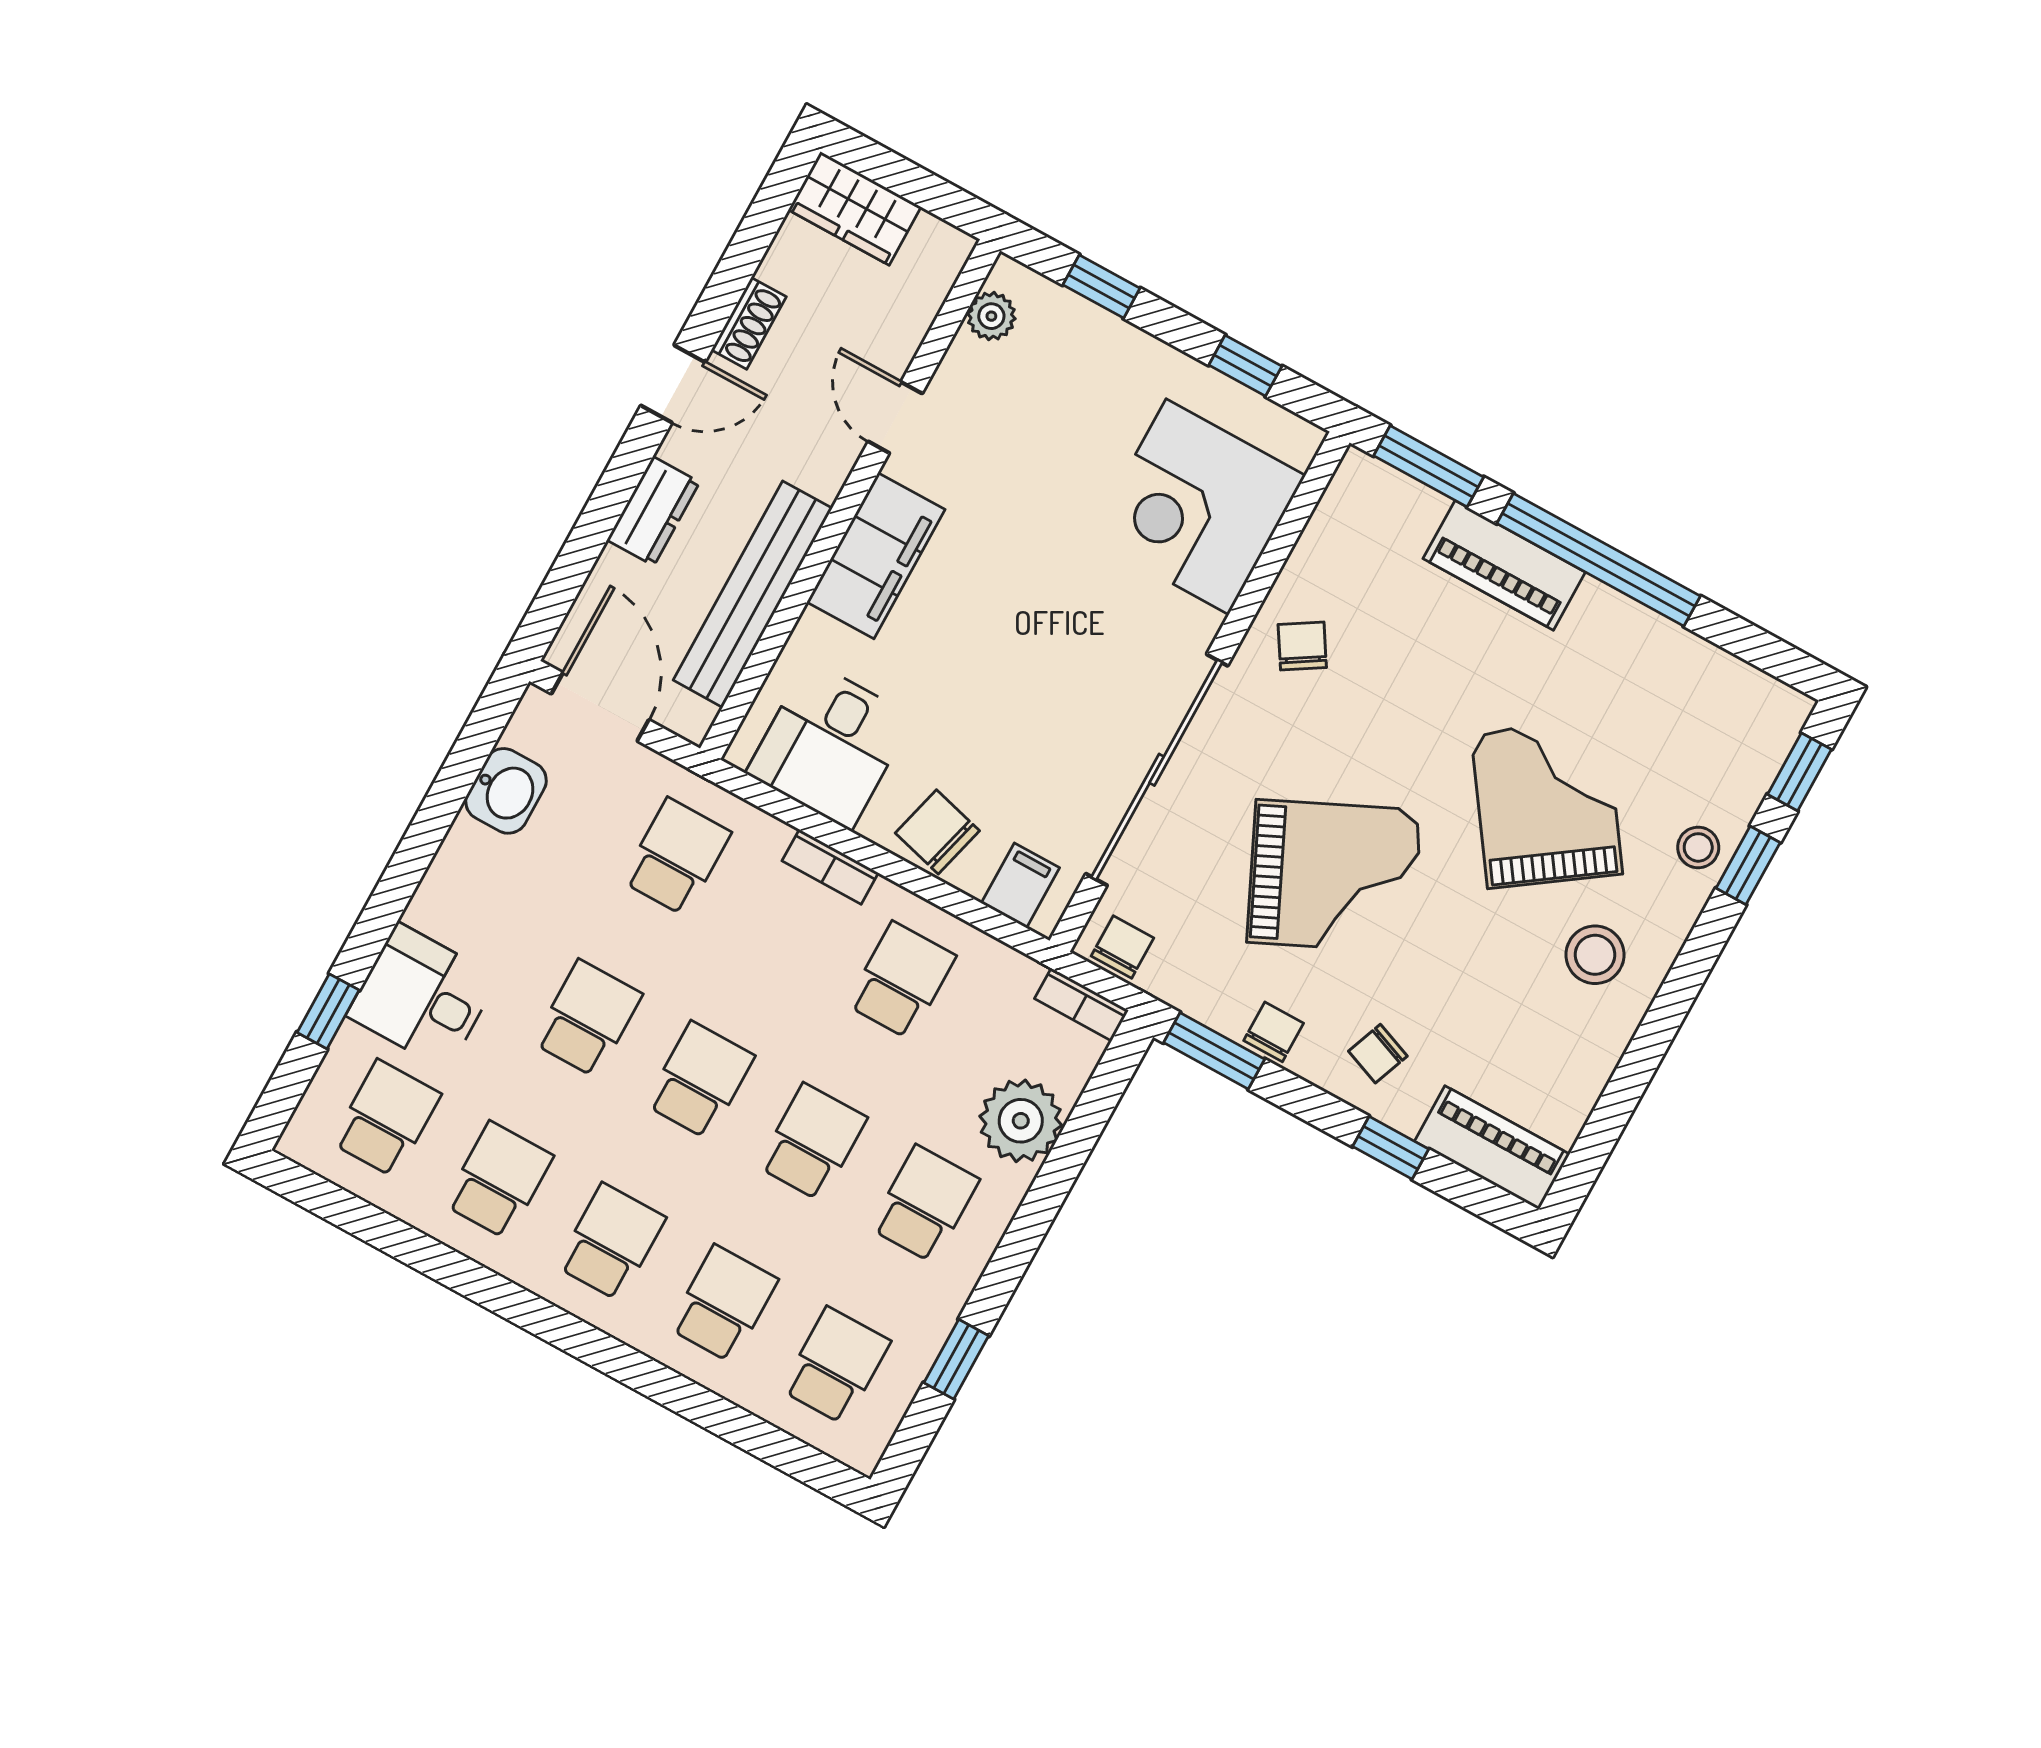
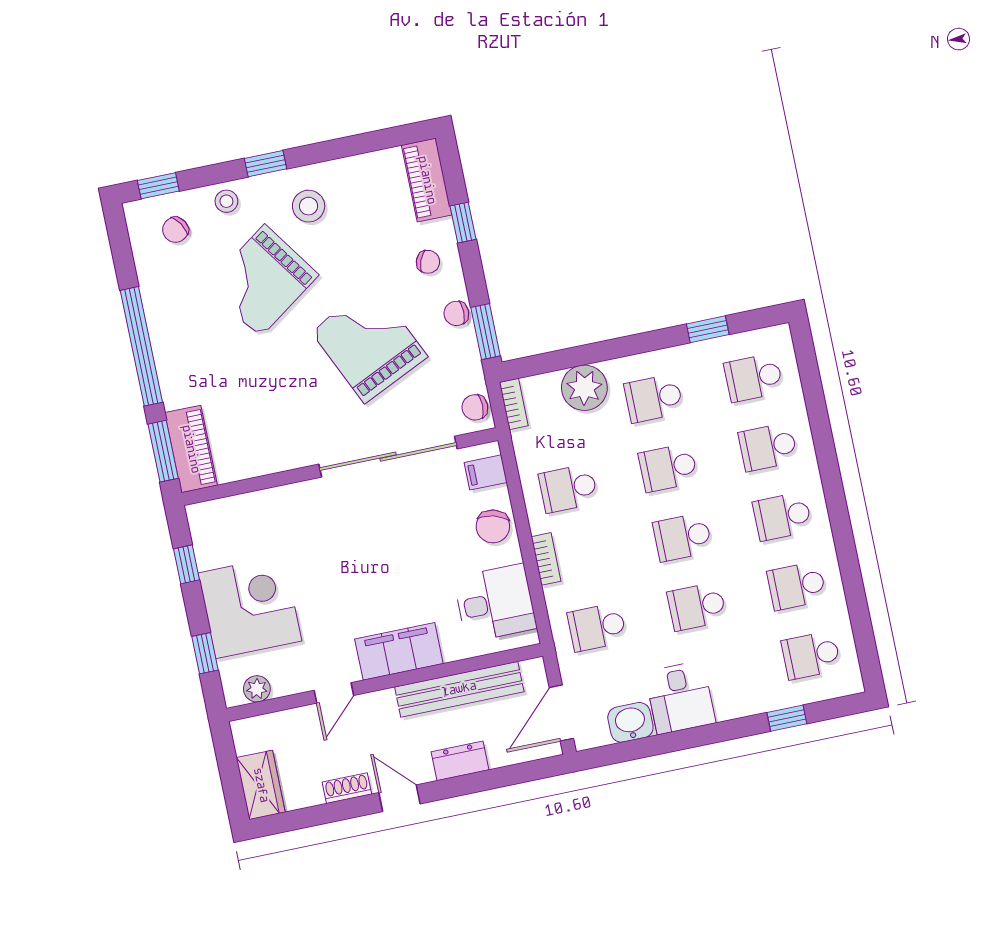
corner desk: (1197, 507) -> (250, 607), moved, turned -90
piano: (1504, 565) -> (191, 449), moved
chair: (1302, 646) -> (175, 230), moved
window: (1748, 865) -> (266, 164), moved
desk: (422, 997) -> (680, 698), moved

